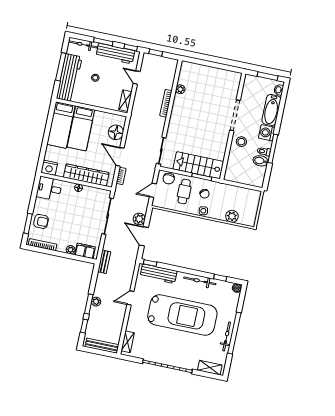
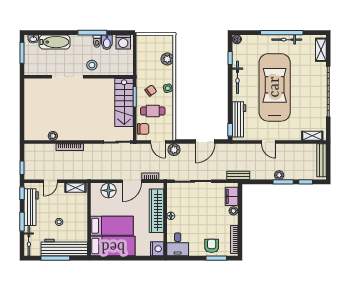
washing machine: (267, 133) -> (123, 42), moved
plant: (139, 219) -> (174, 150), moved

